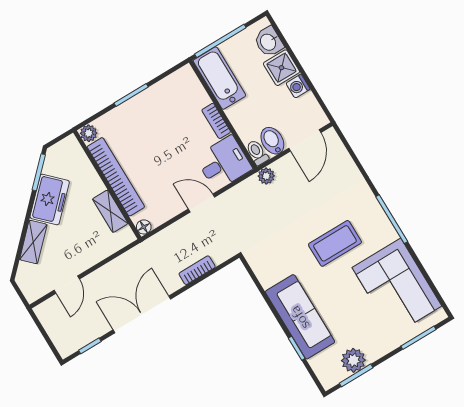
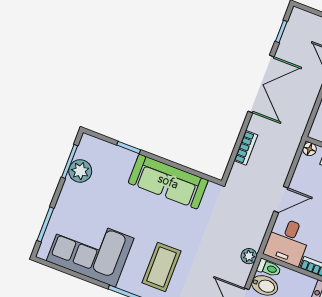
coffee table: (335, 243) -> (162, 267), moved
sofa: (300, 317) -> (168, 182), moved

